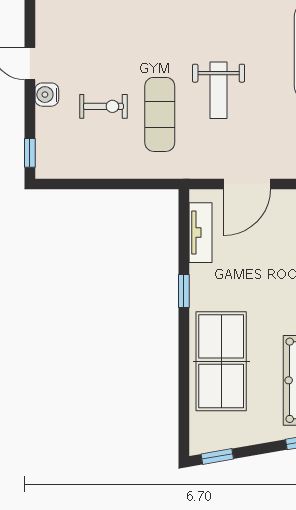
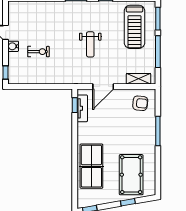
exercise mat: (160, 114) -> (64, 55), removed
window: (184, 291) -> (75, 105), moved

